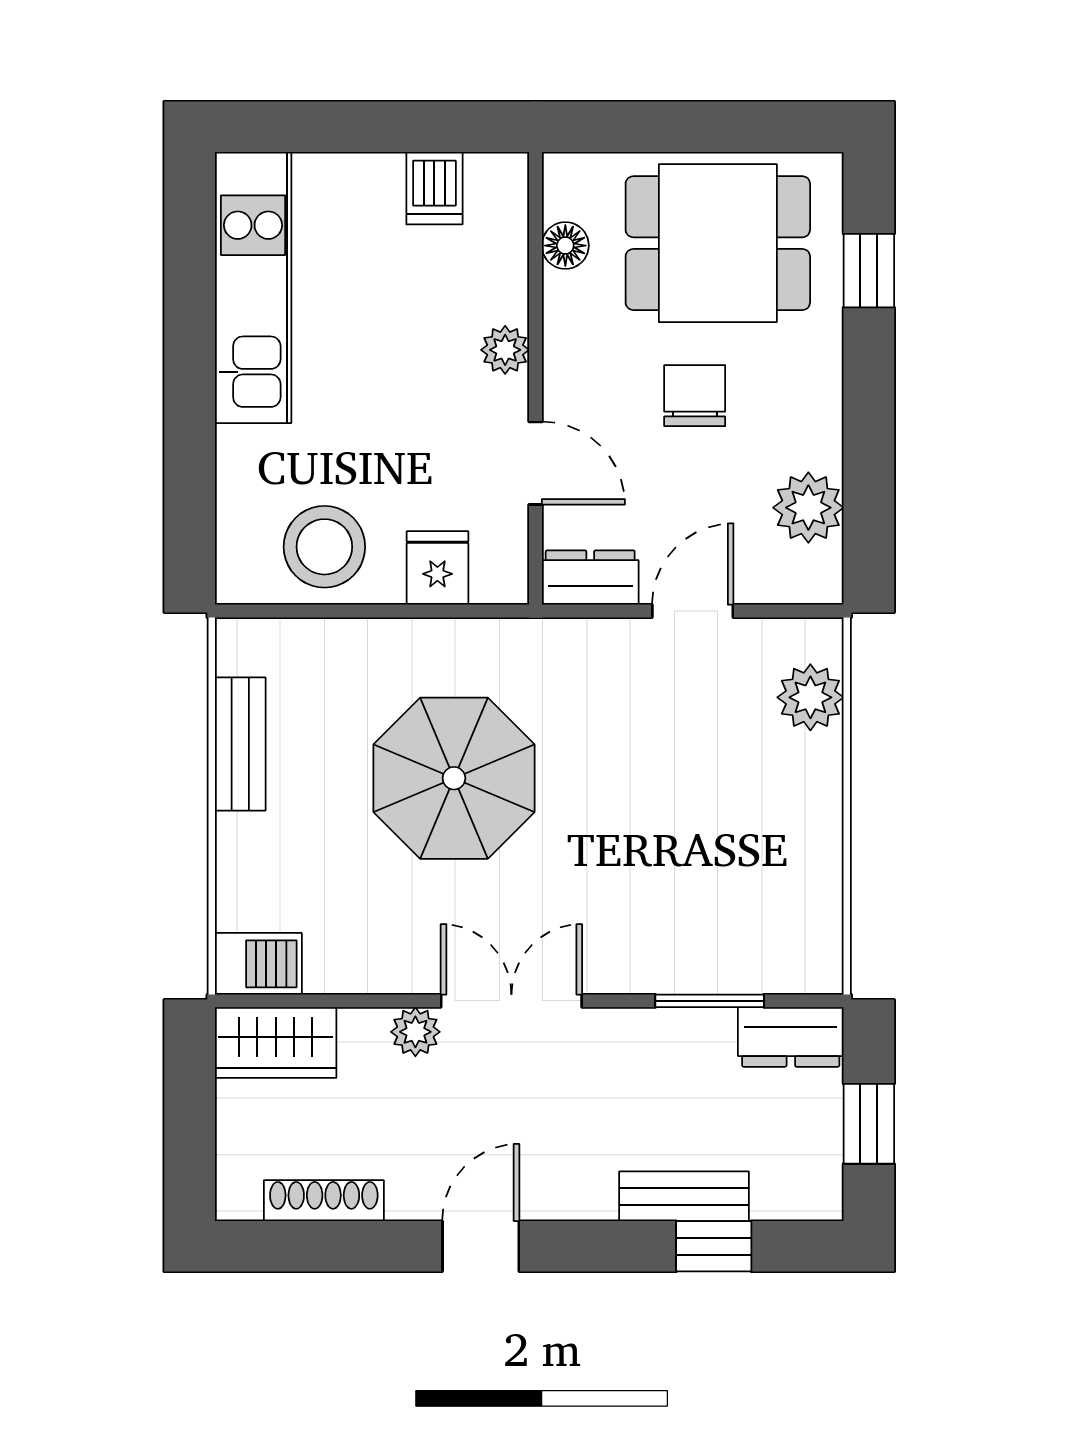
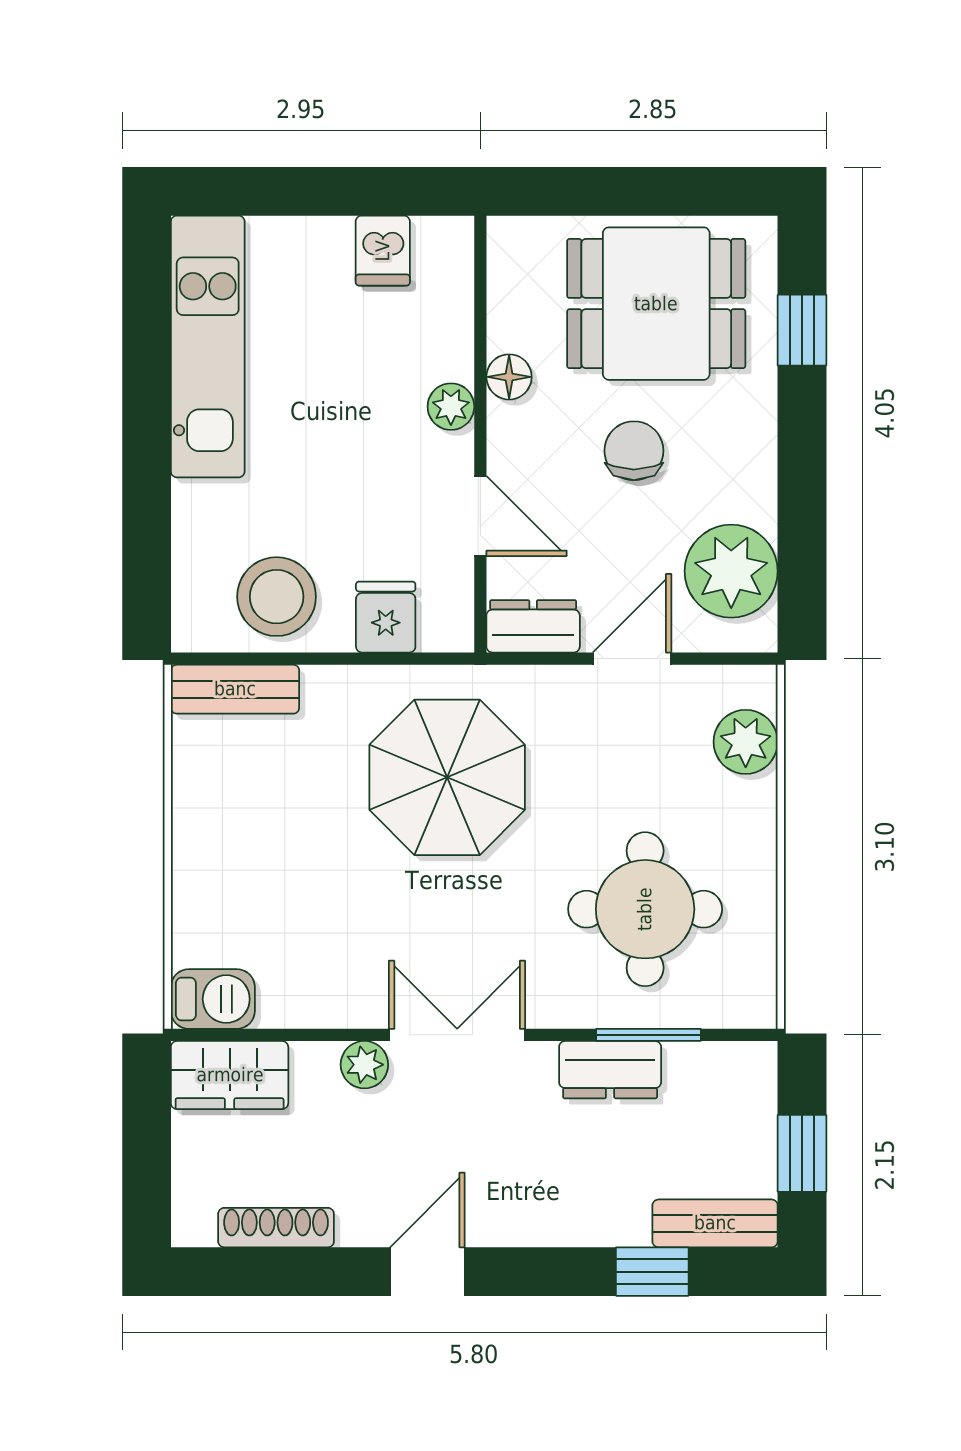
floor lamp: (565, 246) -> (509, 377), moved
plant: (808, 508) -> (731, 571), width x1.36, depth x1.36
bench: (240, 744) -> (235, 689), moved, turned 90
parasol: (454, 778) -> (447, 777), moved
round table: (706, 871) -> (645, 909), added
dresser: (791, 1037) -> (610, 1070), moved
bench: (684, 1196) -> (715, 1223), moved

